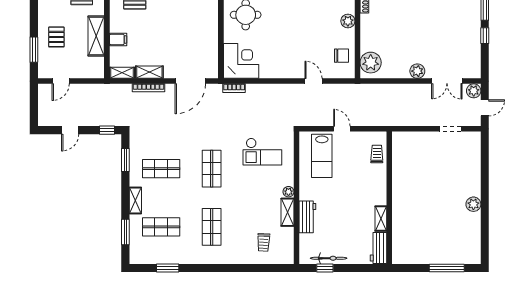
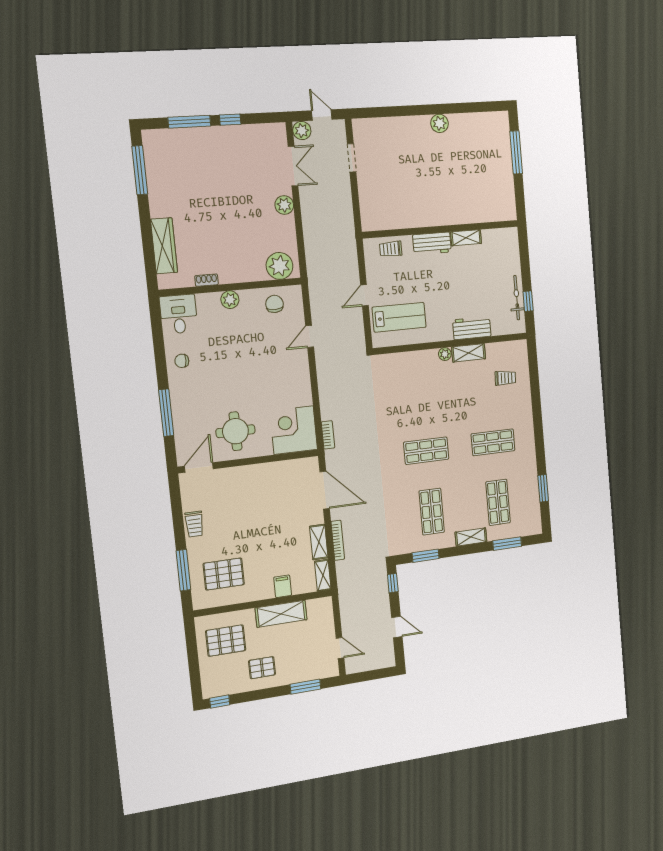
pallet: (56, 37) -> (262, 668), moved
checkout: (262, 152) -> (401, 391), removed
workbench: (379, 248) -> (432, 243), moved

